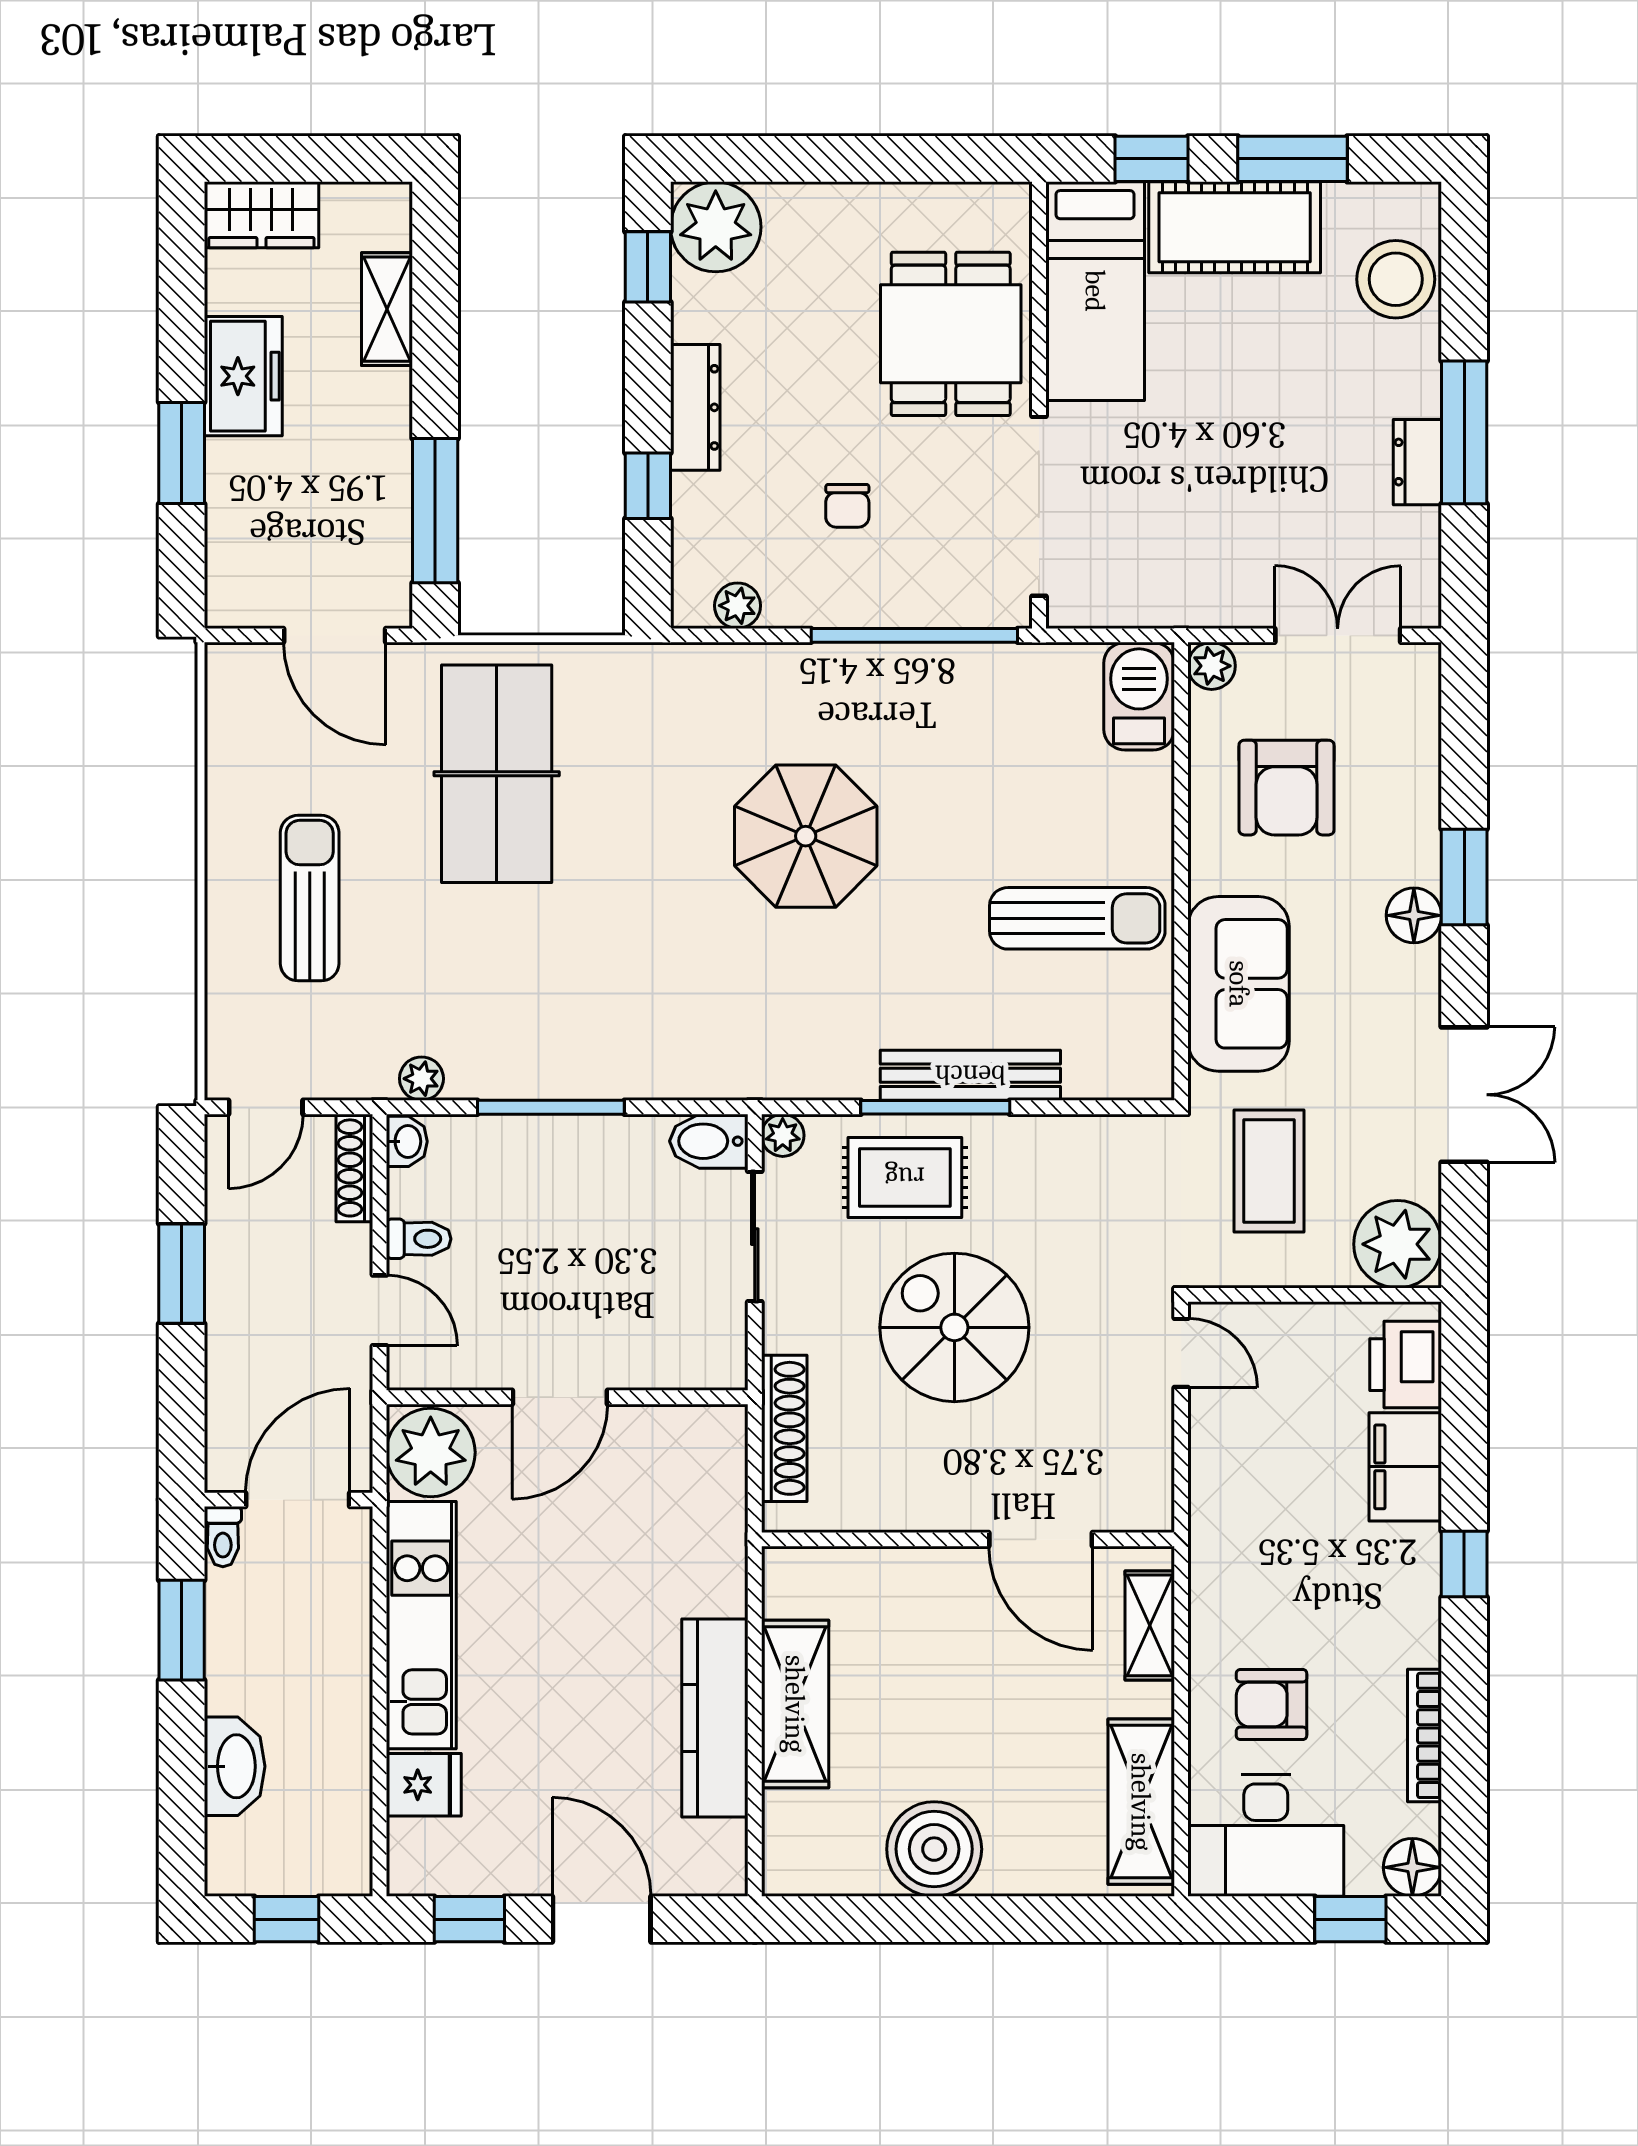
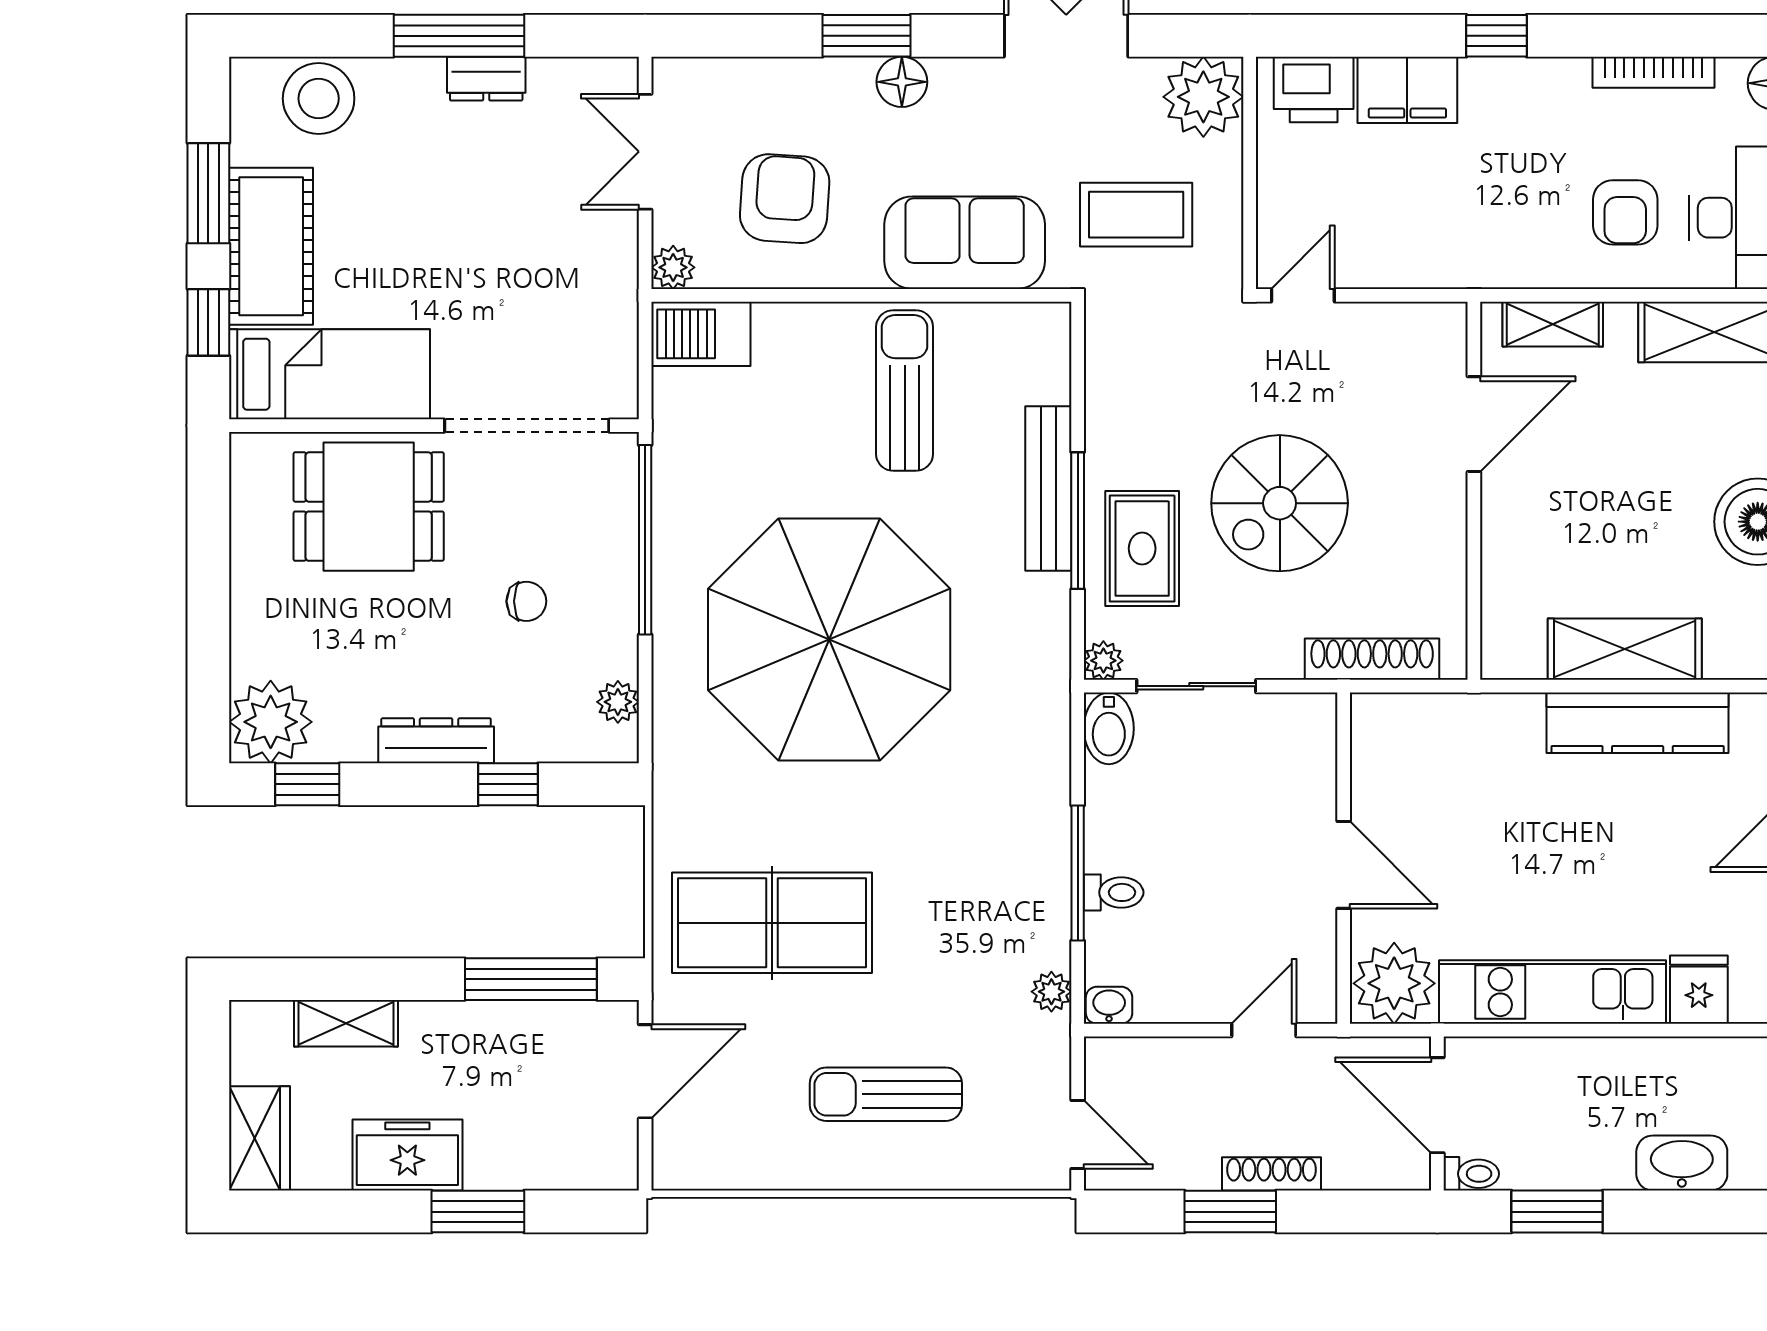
armchair: (1287, 788) -> (785, 199), turned -86
parasol: (806, 836) -> (829, 639), width x1.86, depth x1.86
shoe rack: (354, 1168) -> (1272, 1174), moved, turned 180
toilet: (419, 1239) -> (1114, 892), moved, turned 90

